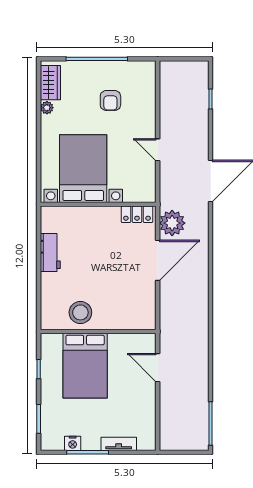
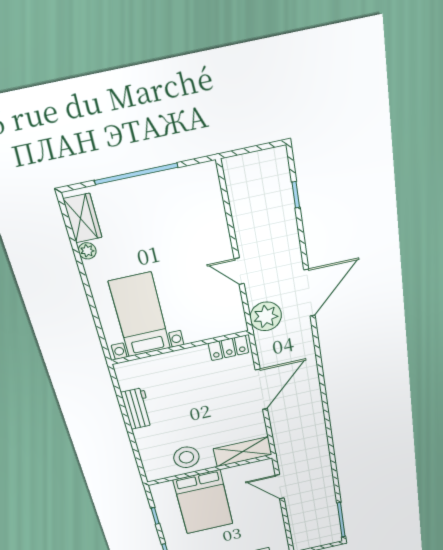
armchair: (110, 100) -> (167, 224), removed
bed with nightstands: (83, 169) -> (140, 315), width x0.73
plant: (172, 223) -> (266, 316), moved
shelving: (131, 320) -> (243, 452), added

